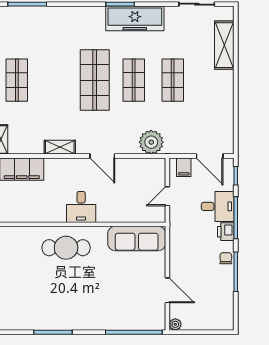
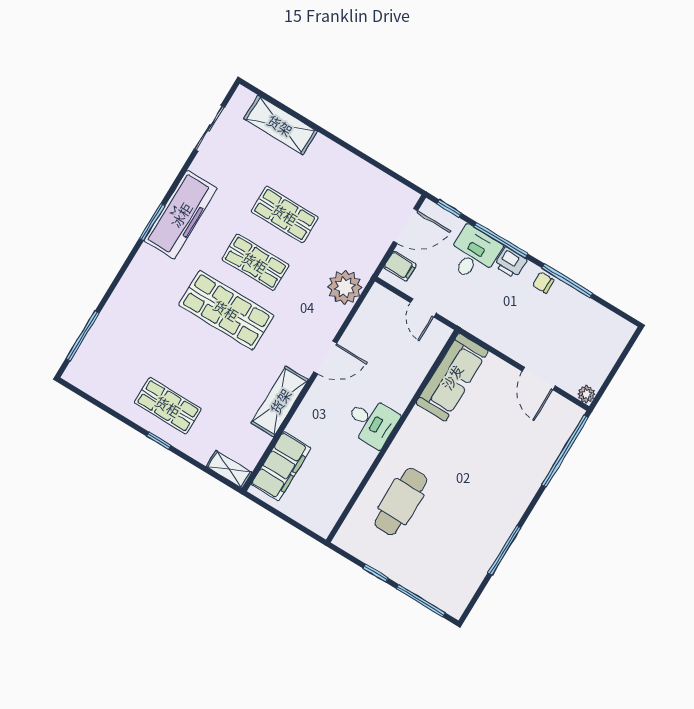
shelving: (60, 147) -> (280, 401), width x1.50, depth x1.33
cafe table: (66, 248) -> (401, 502), moved
door: (167, 290) -> (539, 378), swing flipped

